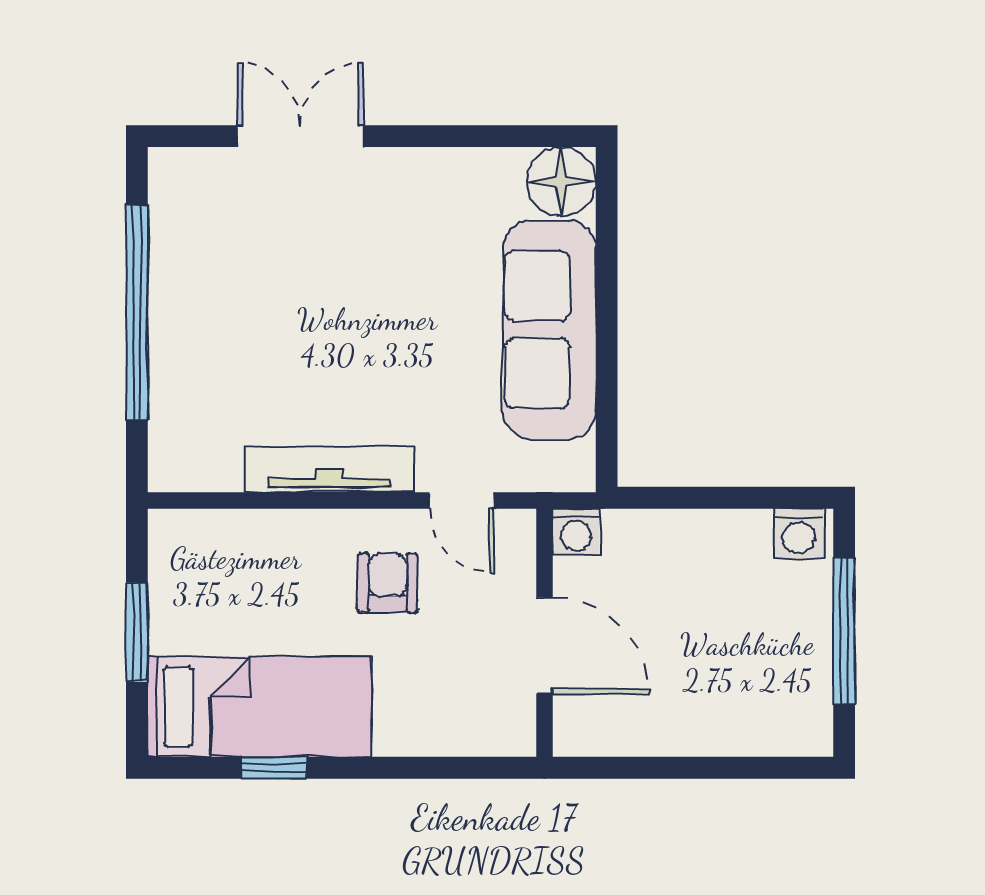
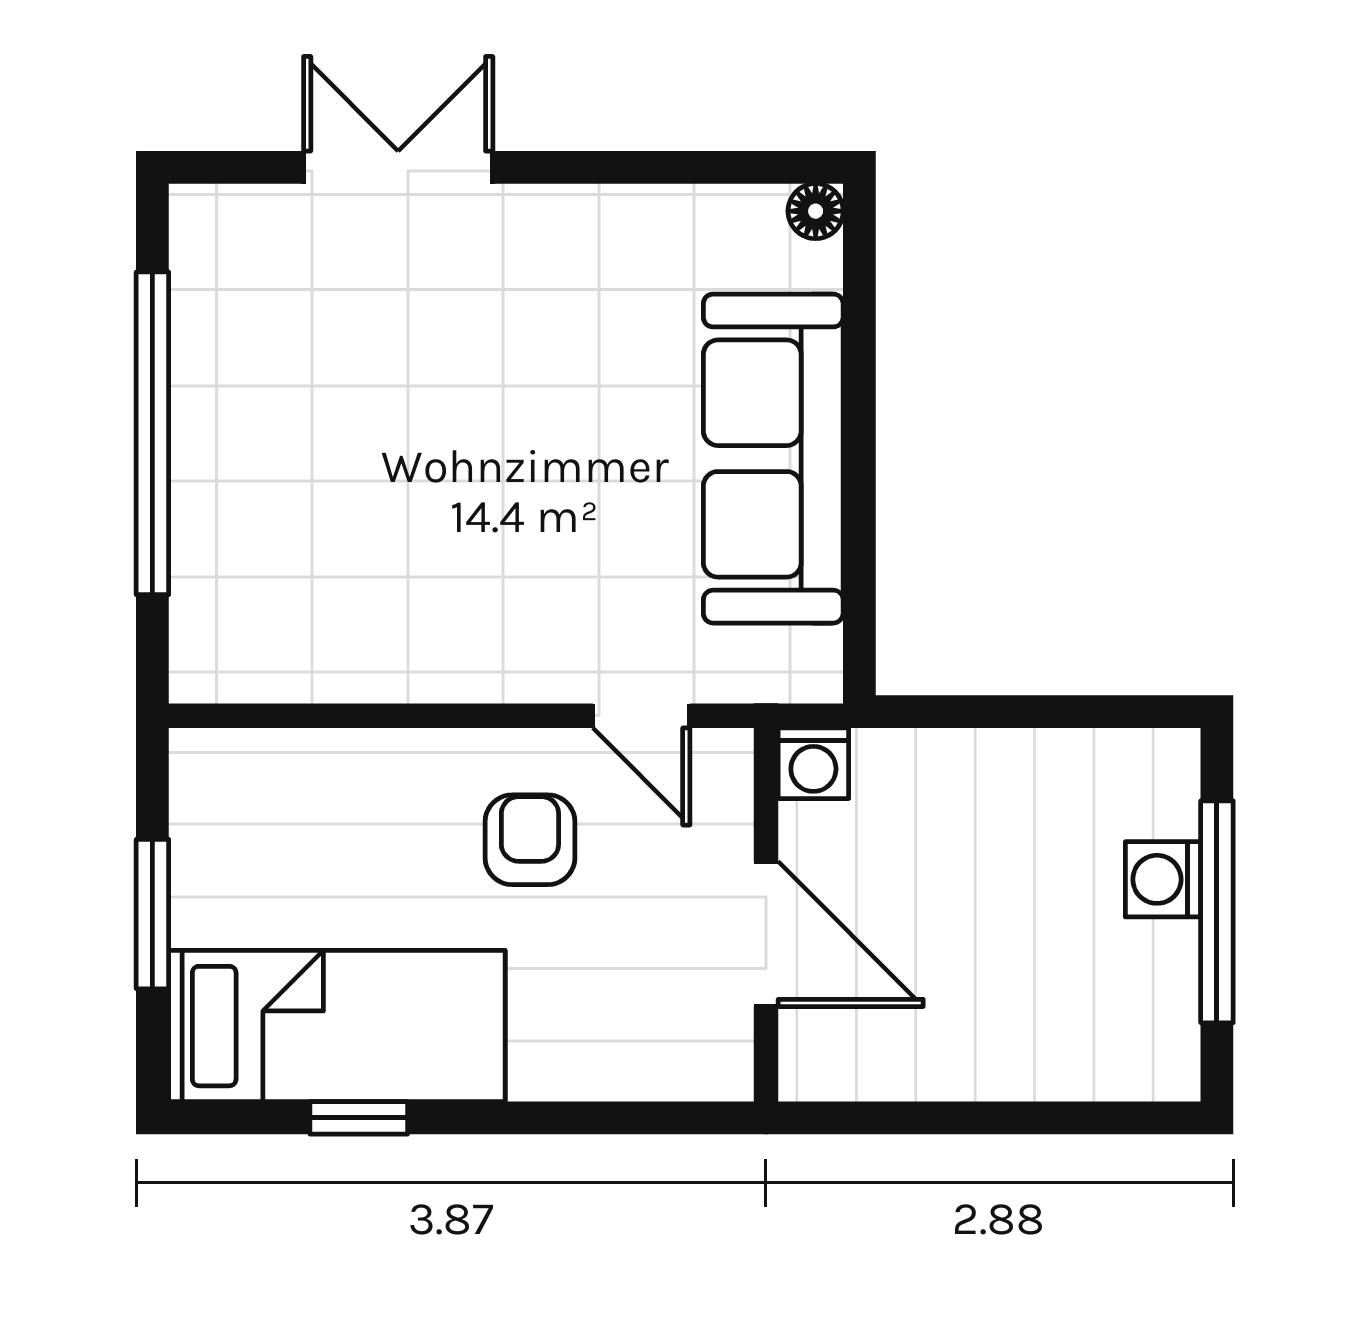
floor lamp: (561, 181) -> (816, 211), width x0.53, depth x0.53
tv unit: (330, 469) -> (442, 669), removed
washing machine: (799, 534) -> (1163, 879), moved, turned 90

